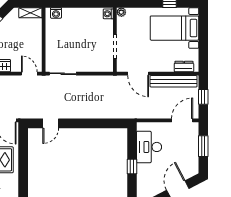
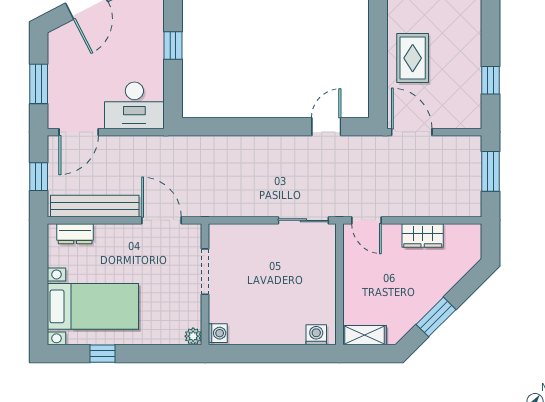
desk: (149, 147) -> (134, 105), moved, turned 90

